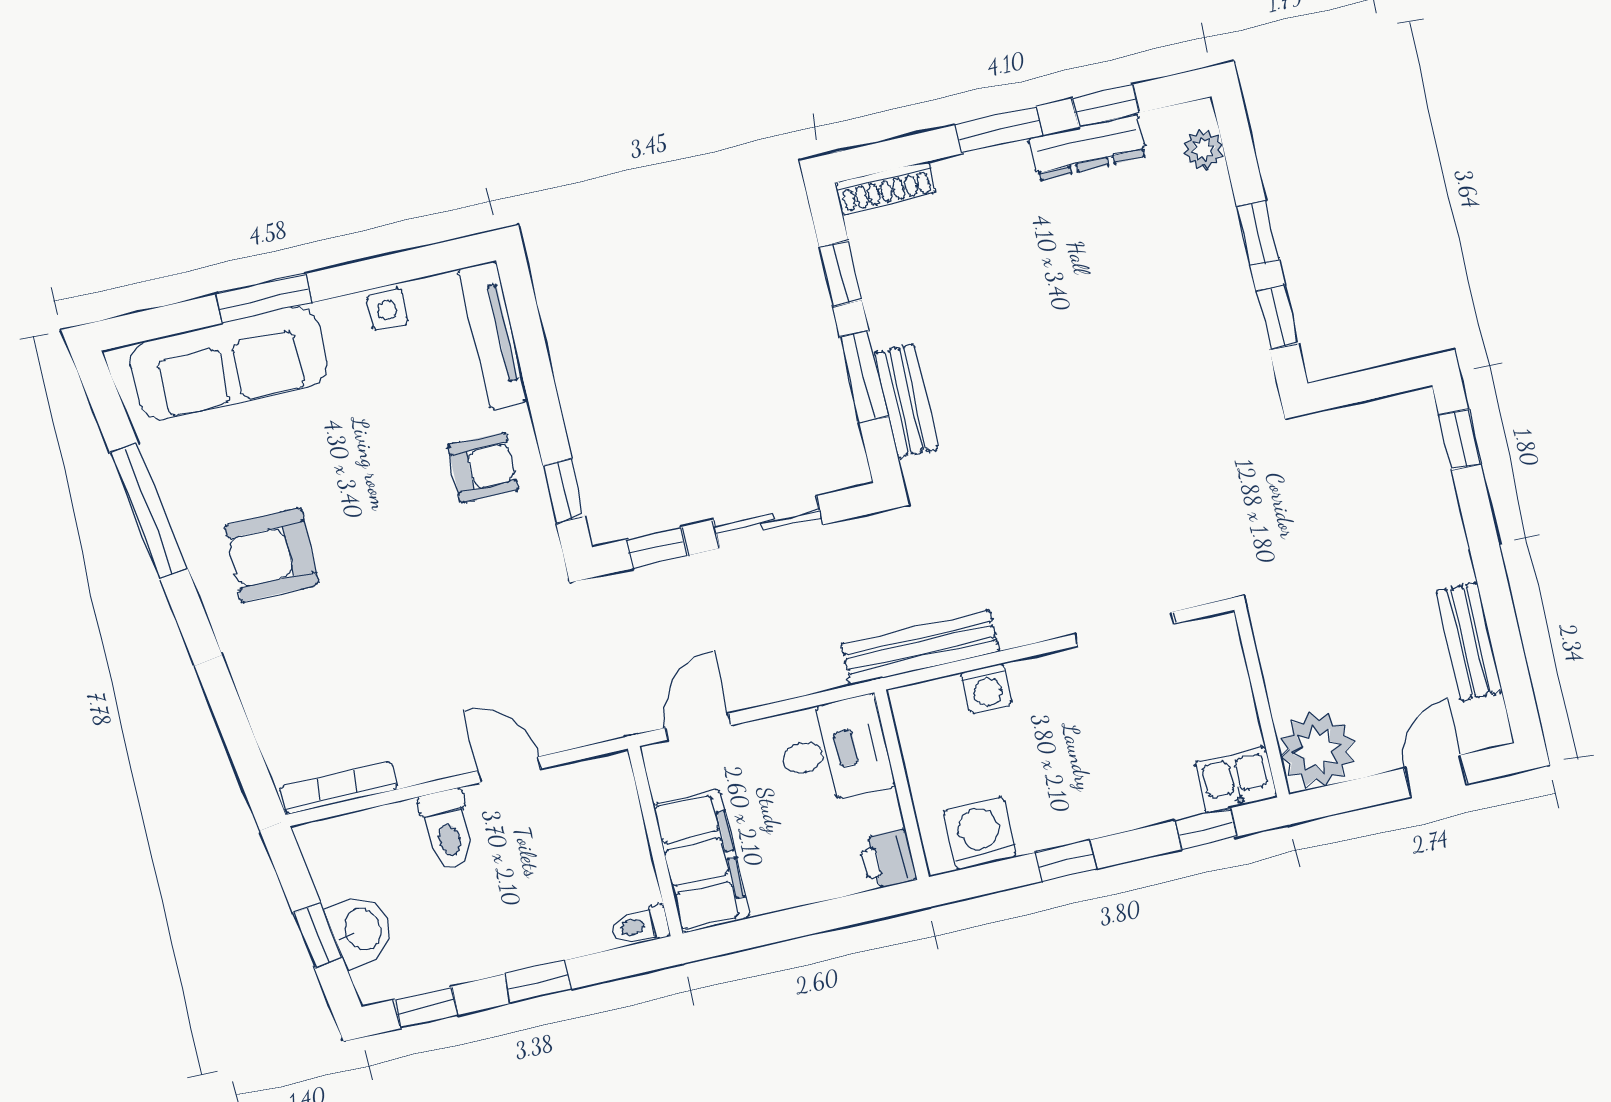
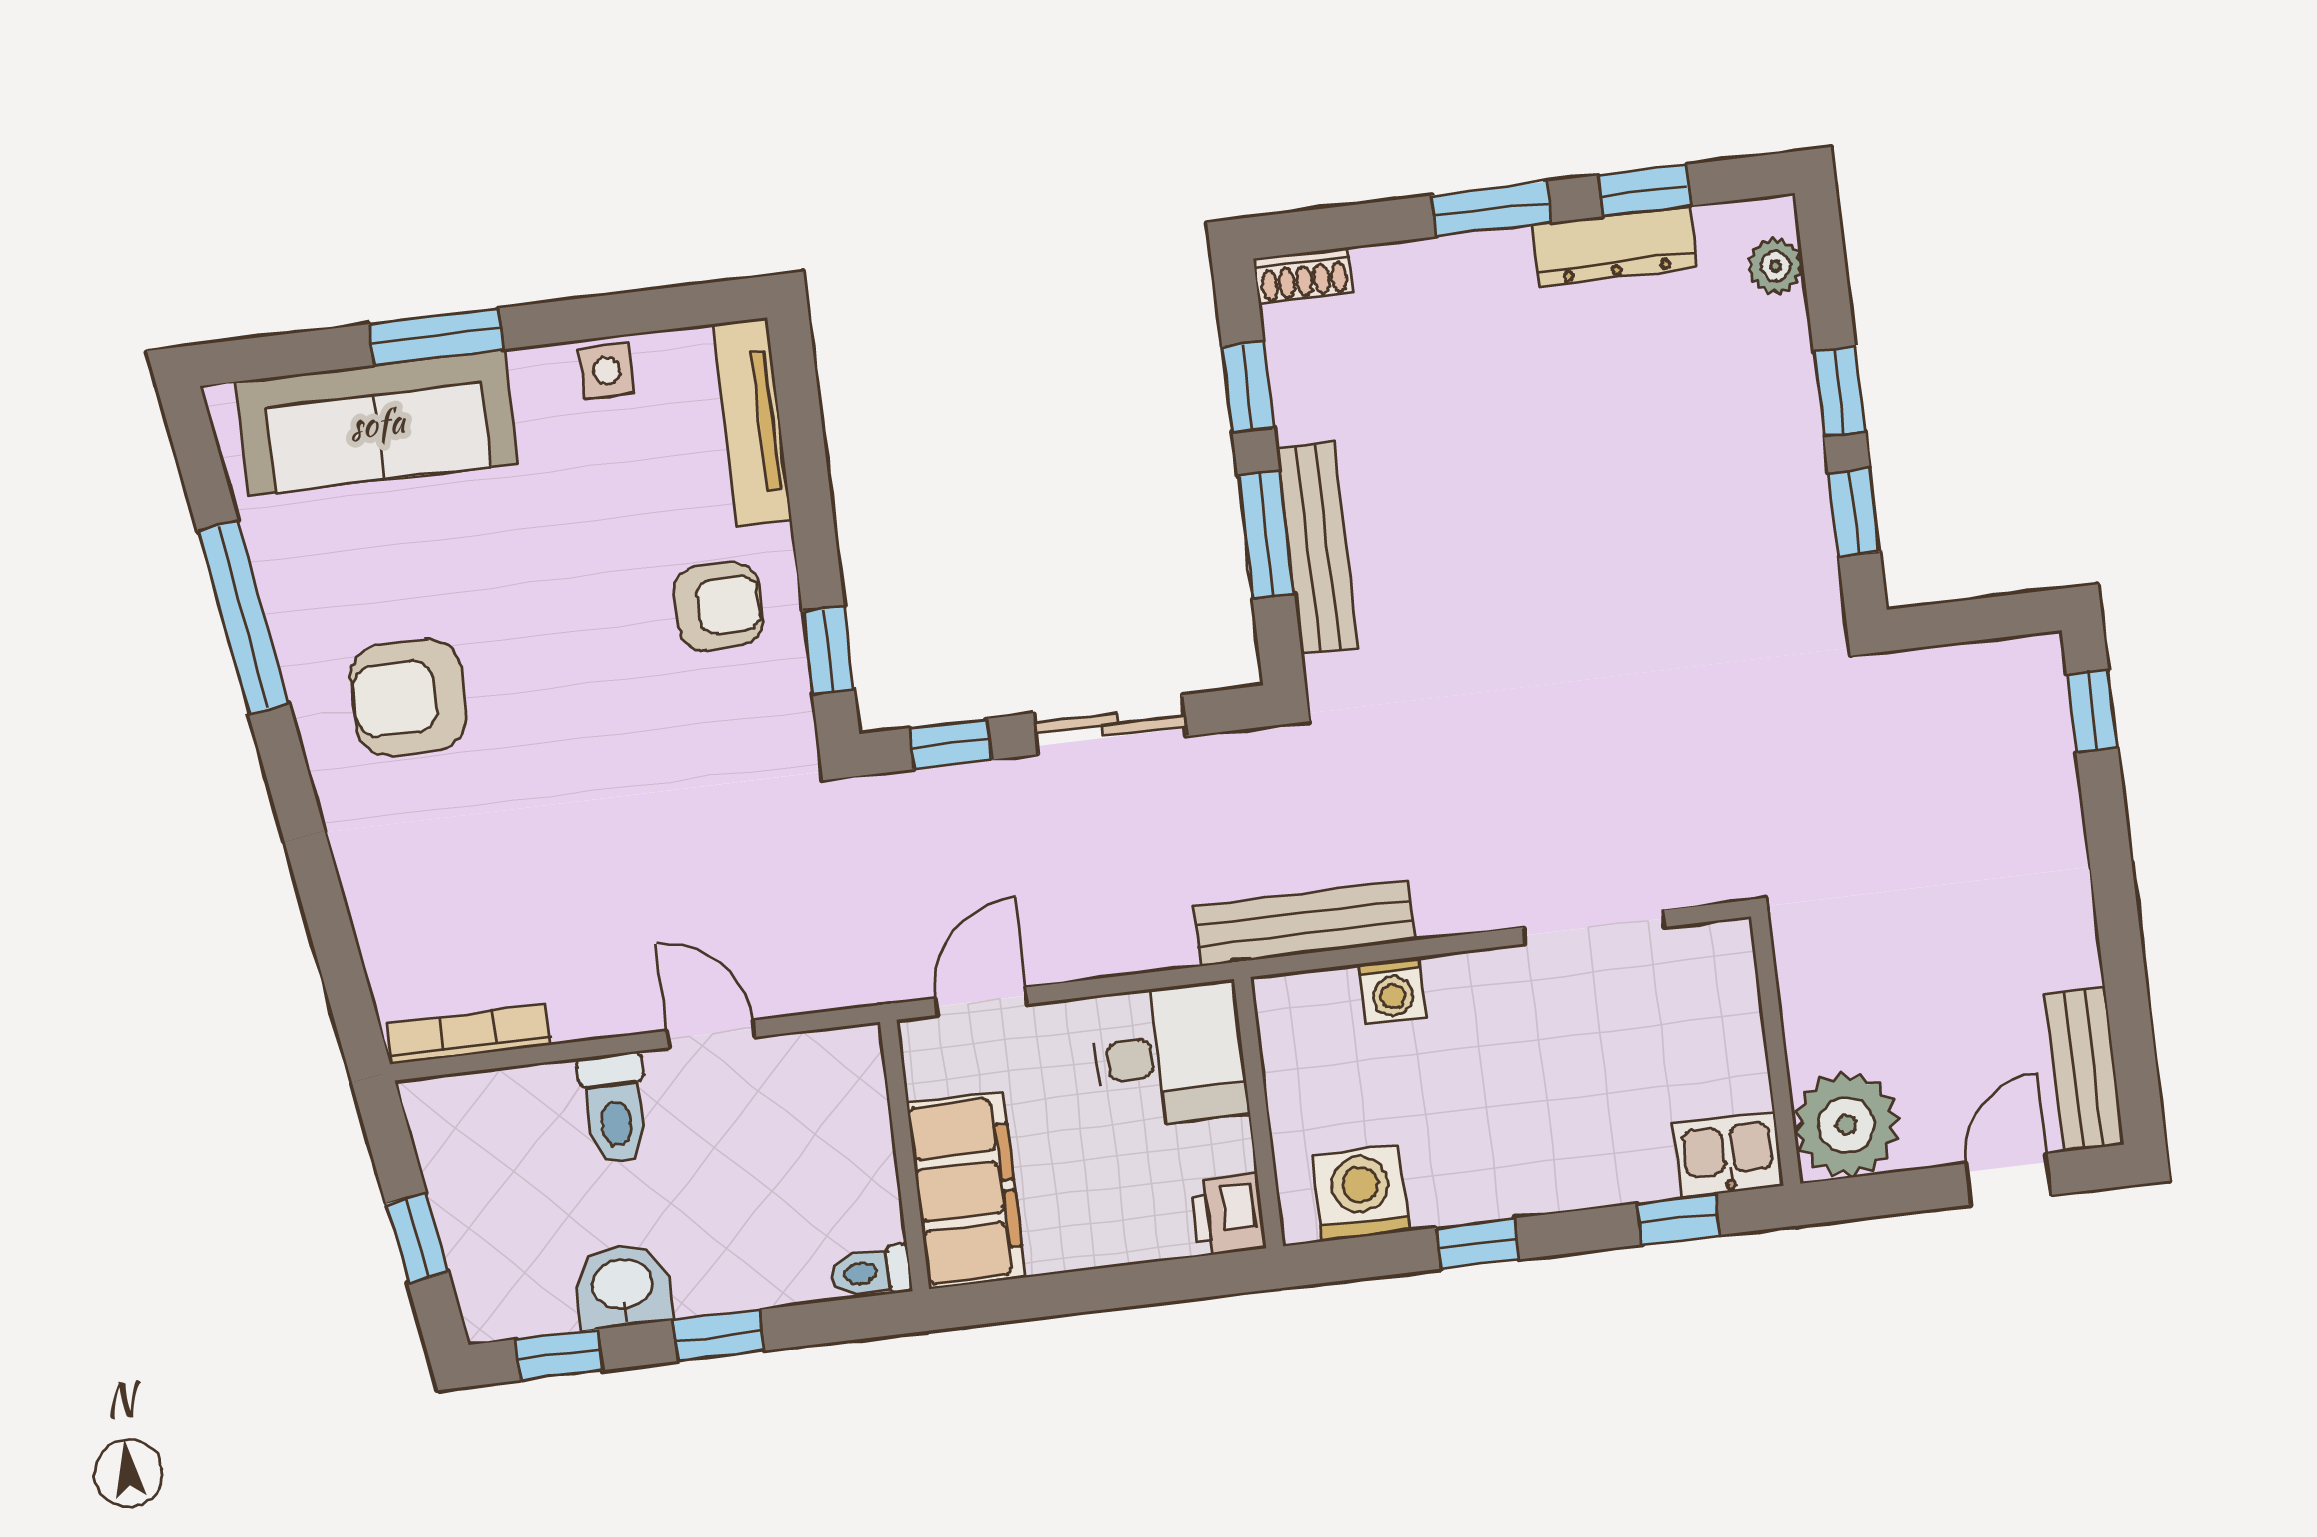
shoe rack: (885, 188) -> (1304, 276), width x0.70
bench: (906, 401) -> (1317, 548), width x1.36
bench: (1469, 641) -> (2084, 1069), moved
washbasin: (361, 930) -> (623, 1286), moved, turned -81

